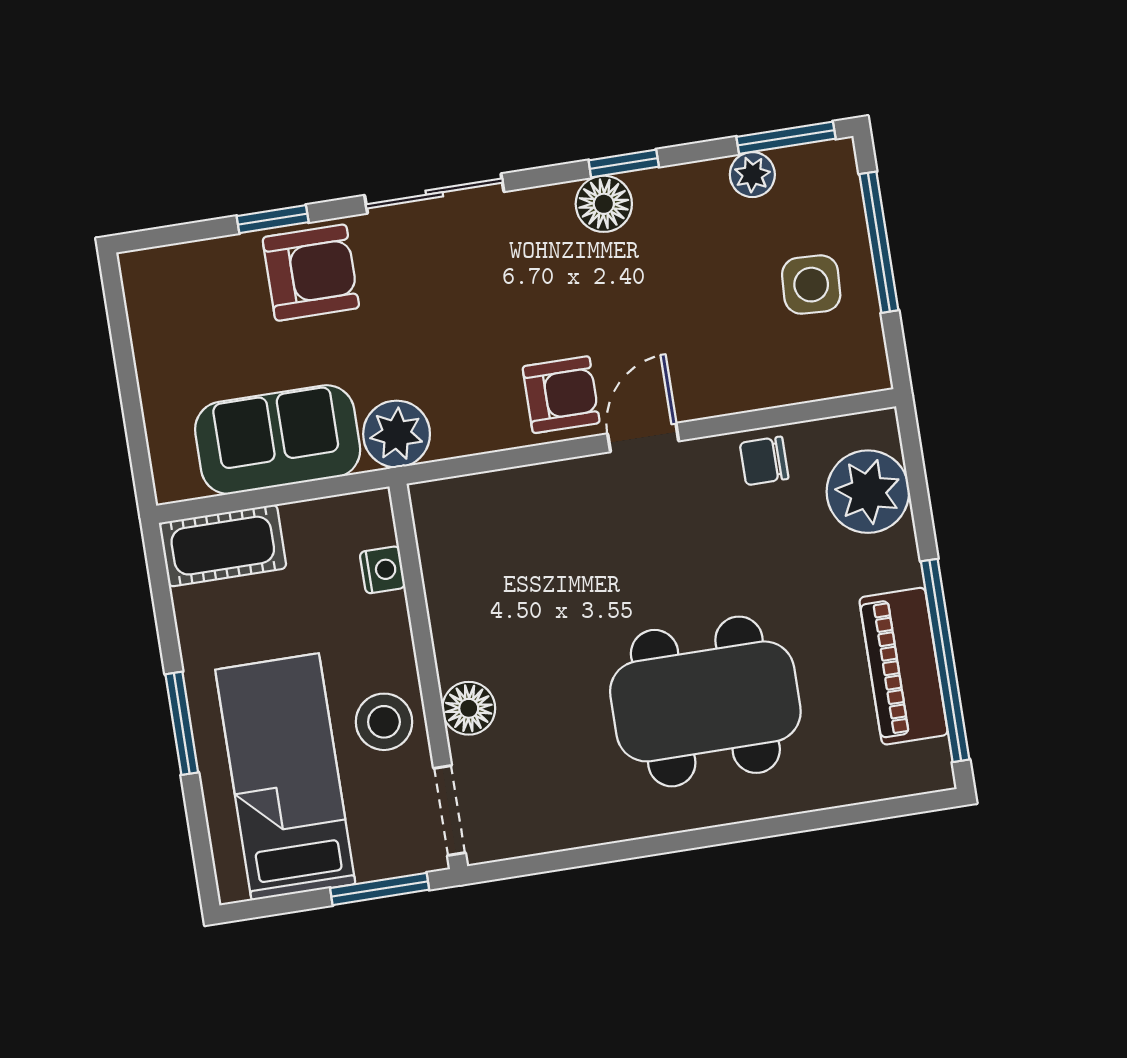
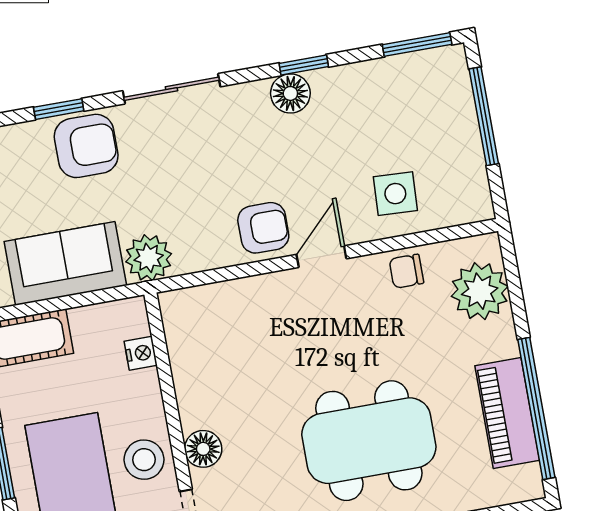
plant: (752, 175) -> (394, 71), removed
side table: (811, 285) -> (395, 194), moved

